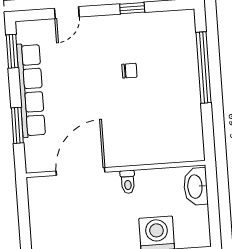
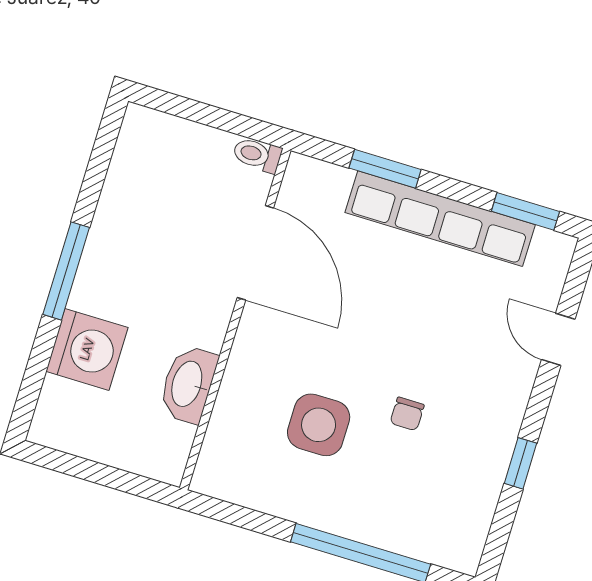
side table: (151, 111) -> (319, 425), added
toilet: (128, 182) -> (257, 155), moved
washbasin: (196, 186) -> (188, 384), moved, turned -90

